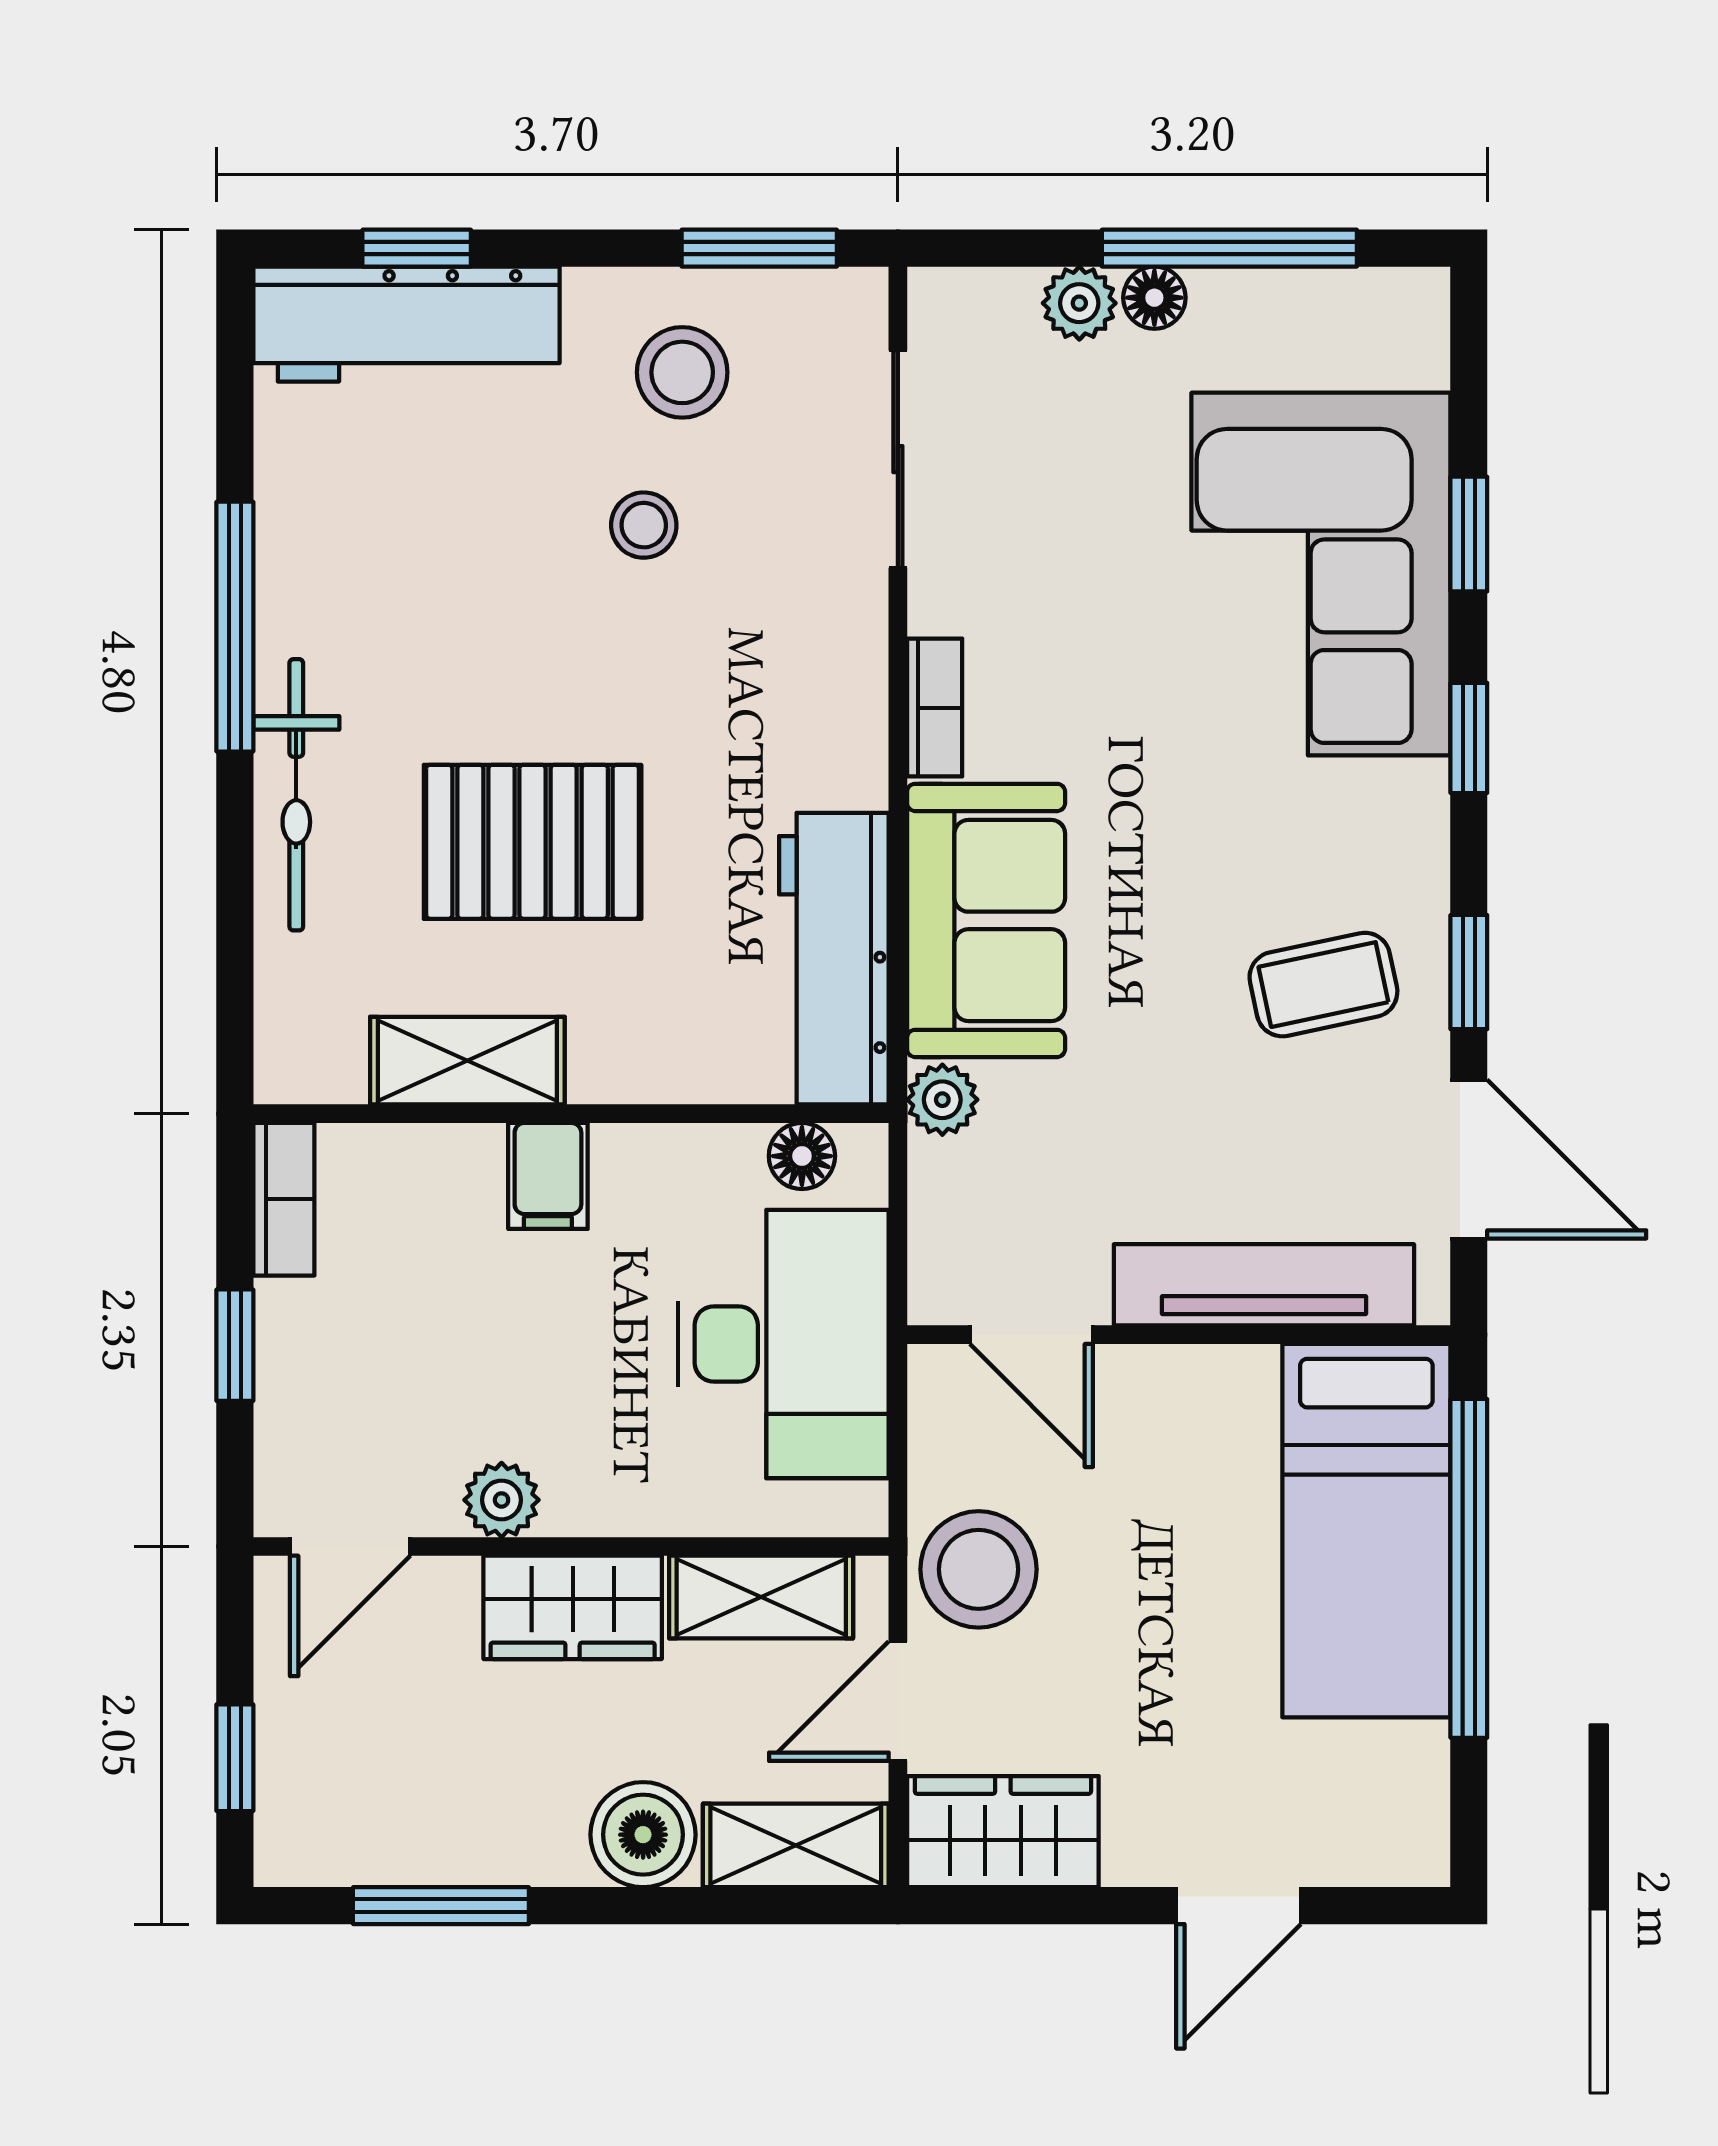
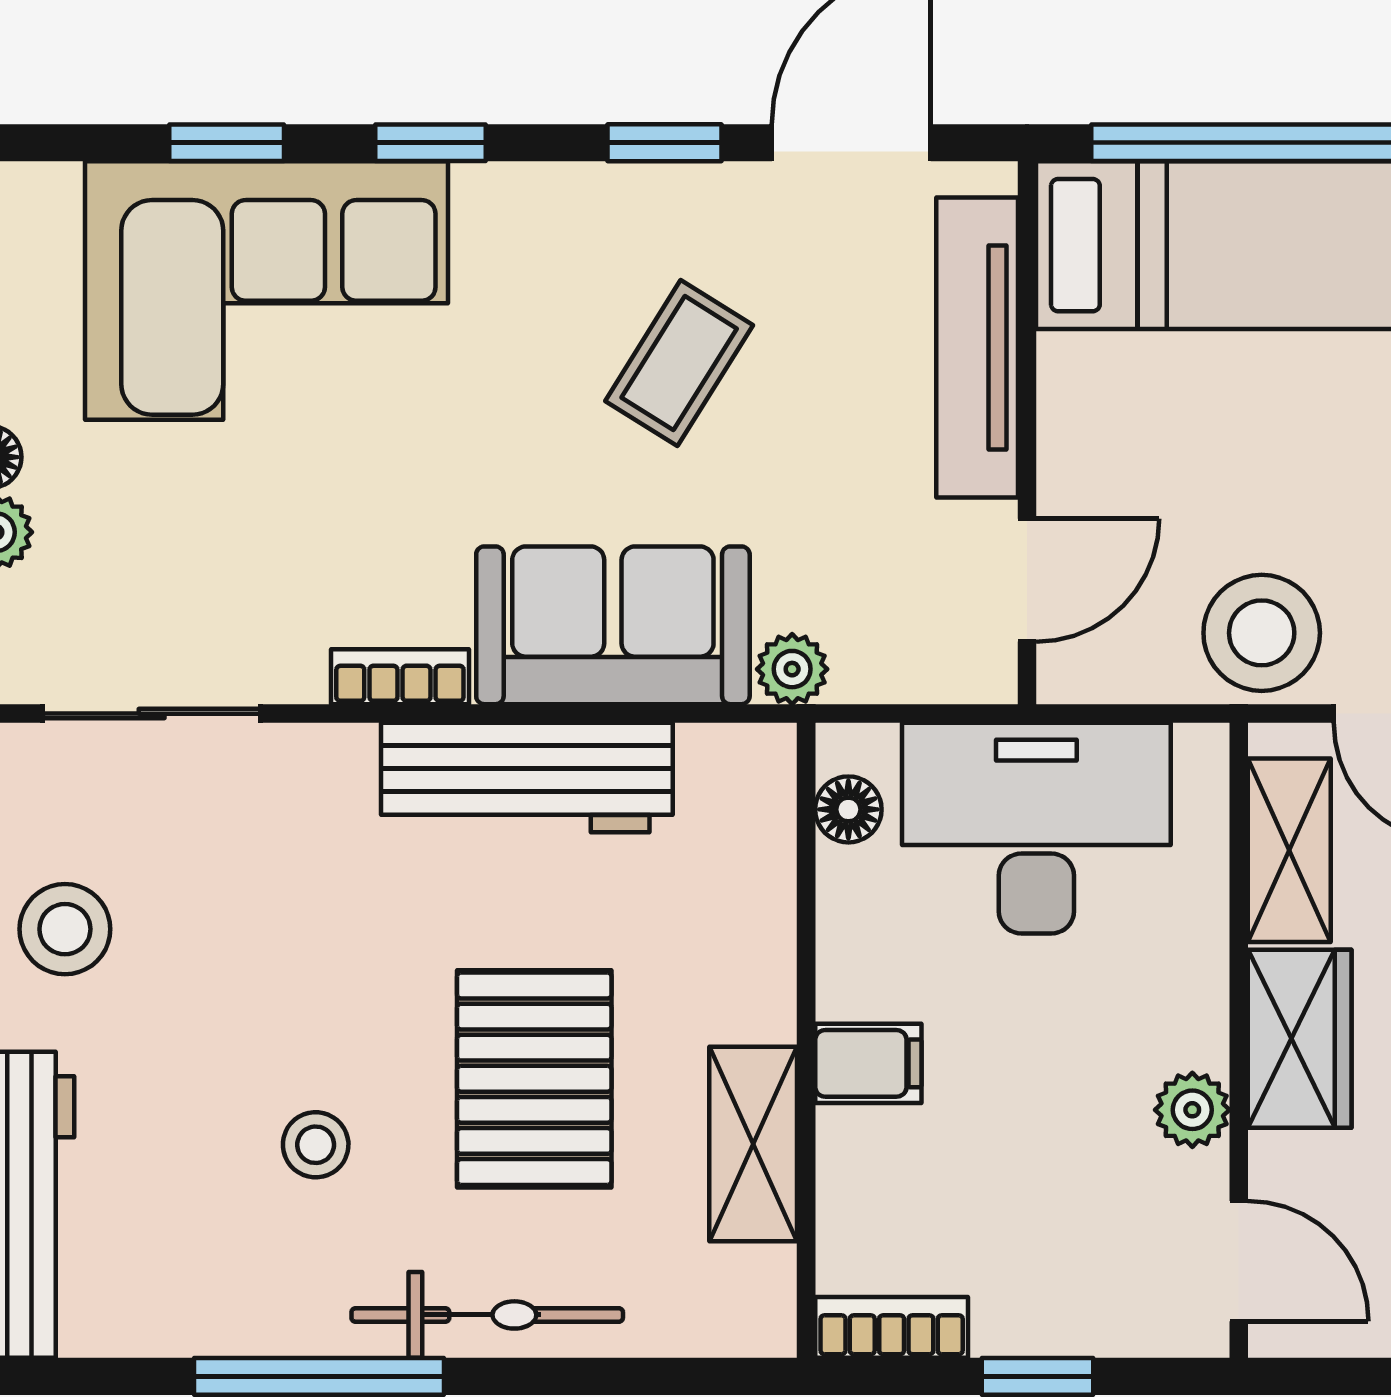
stool: (644, 525) -> (316, 1145), moved
workbench: (834, 959) -> (527, 778), moved
coffee table: (1323, 985) -> (679, 363), moved, turned 44

